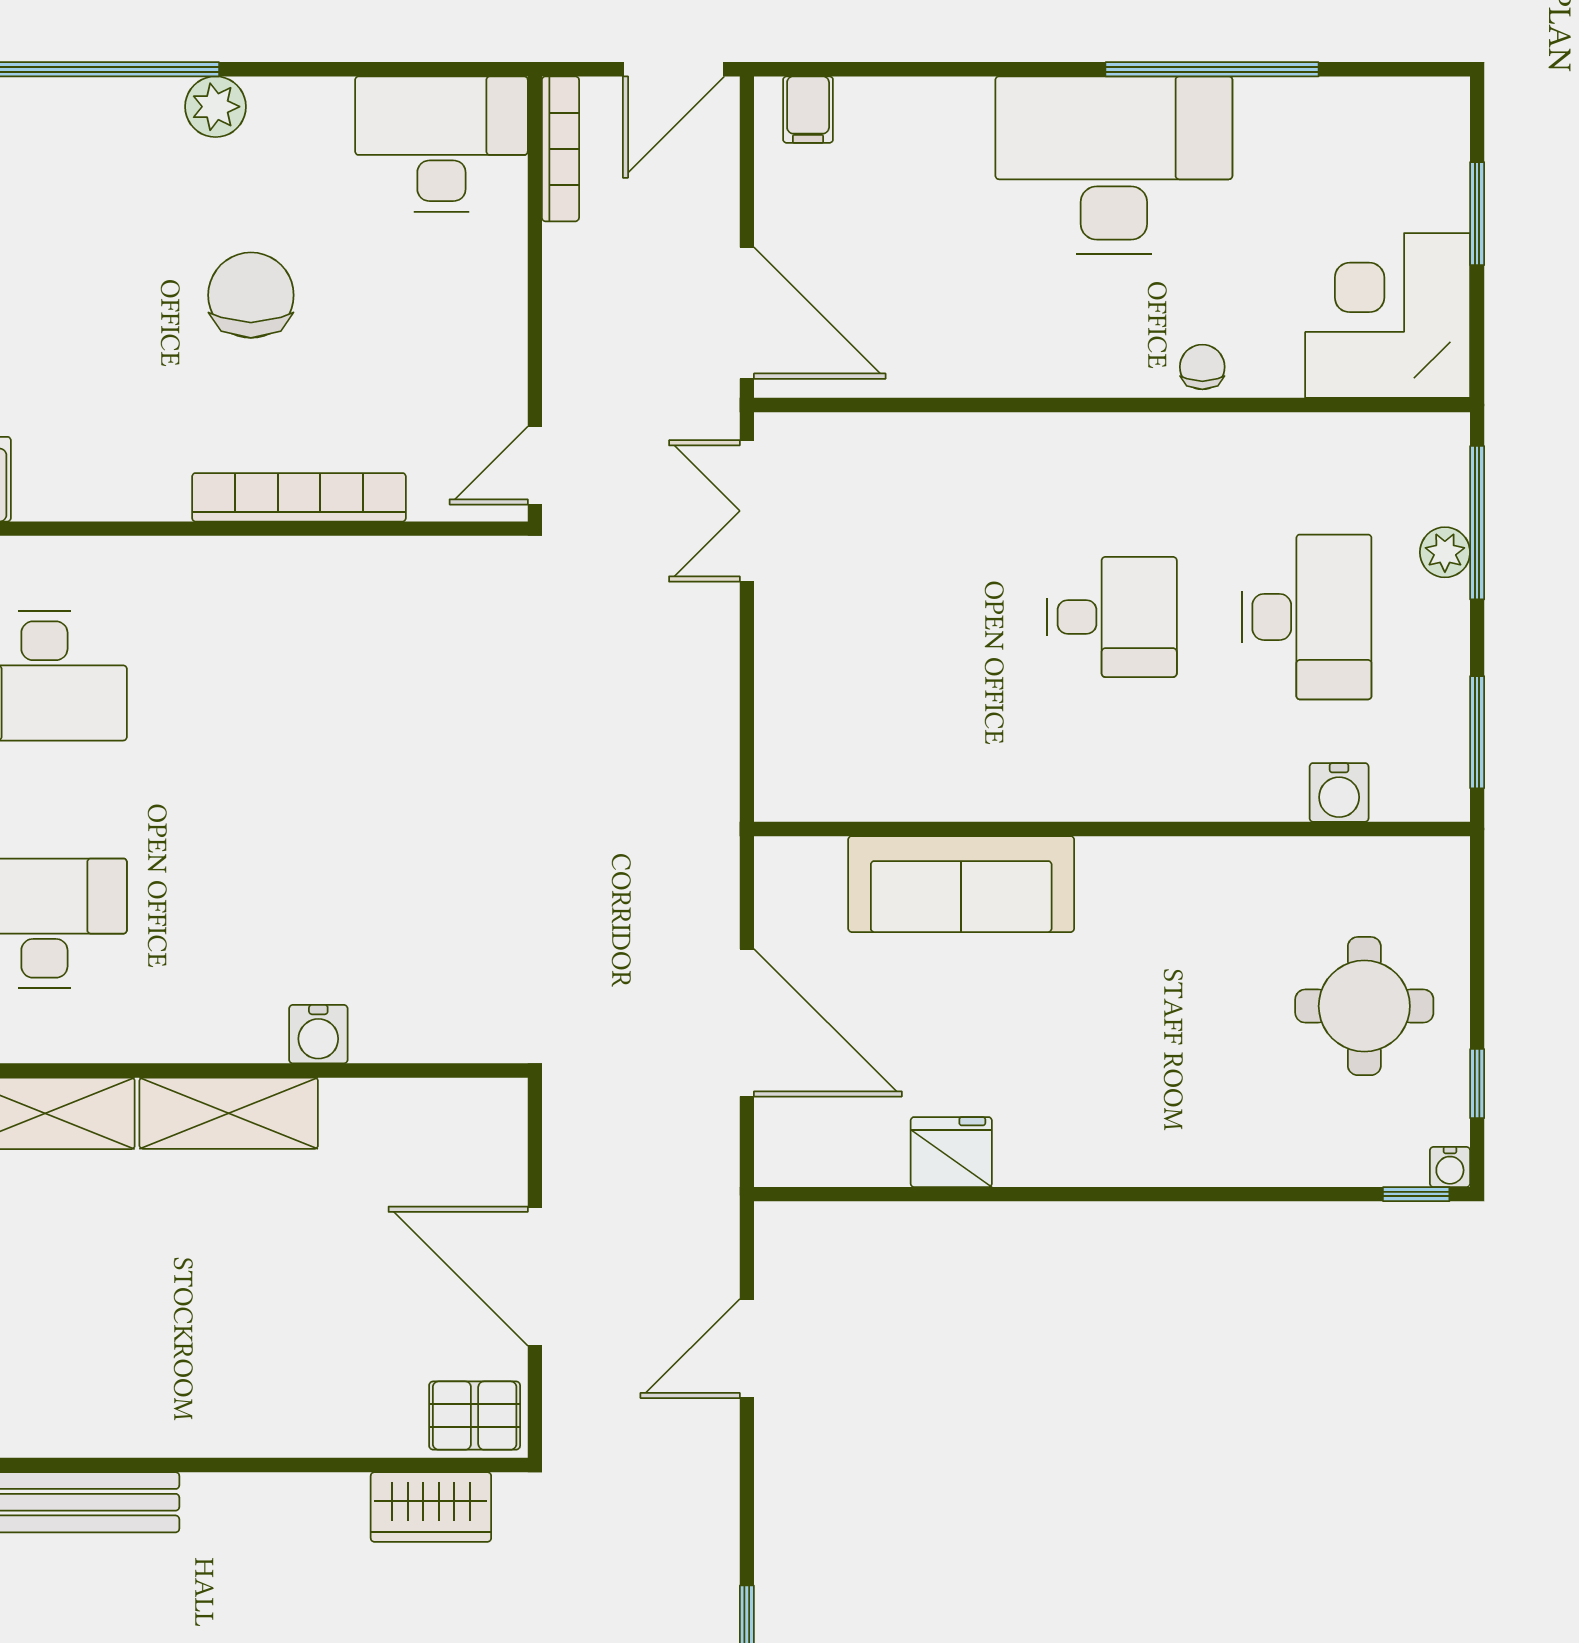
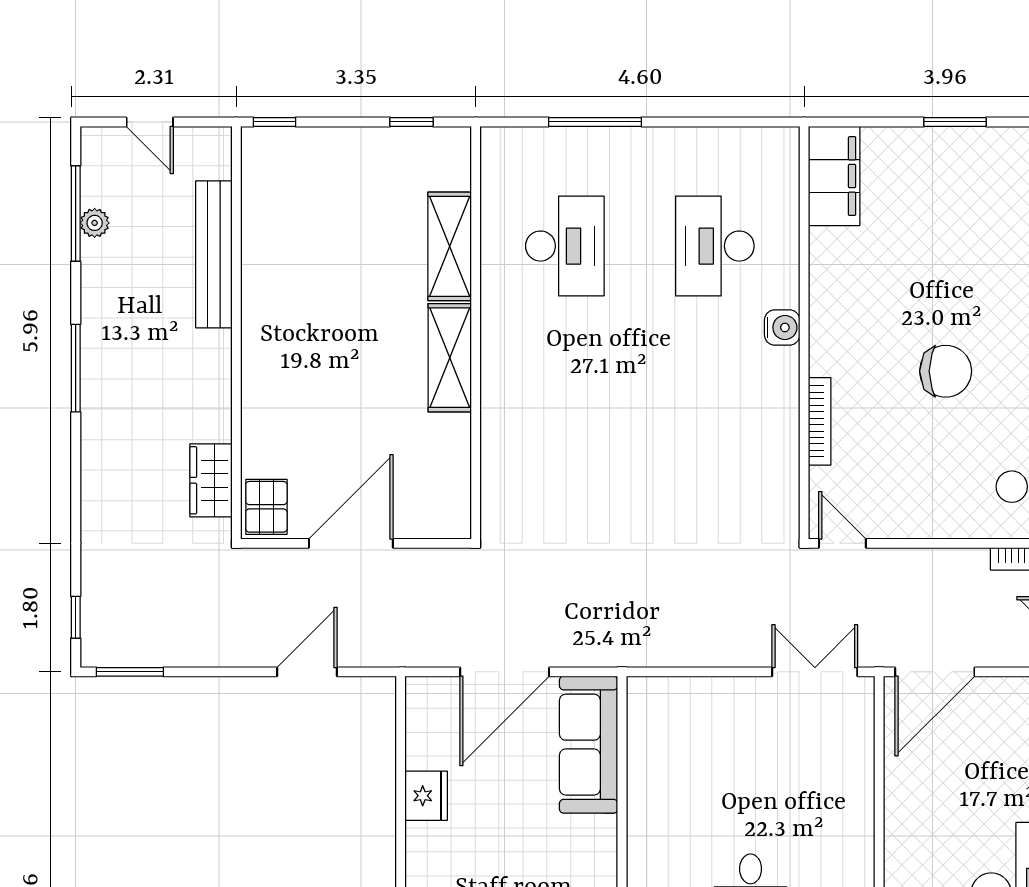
bookcase: (299, 497) -> (820, 421), width x0.68, depth x0.76
sofa: (961, 884) -> (589, 745), moved
water cooler: (318, 1034) -> (782, 327), moved, turned 180
door: (747, 1348) -> (307, 672), hinge flipped

